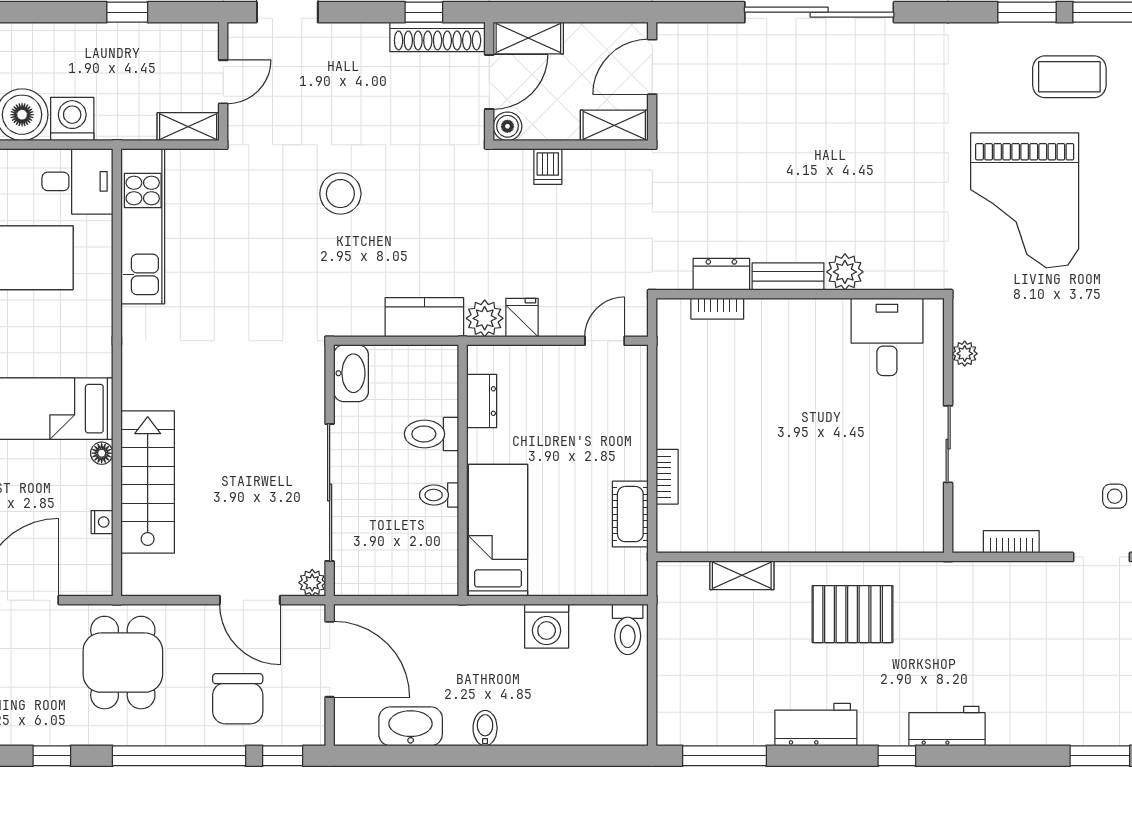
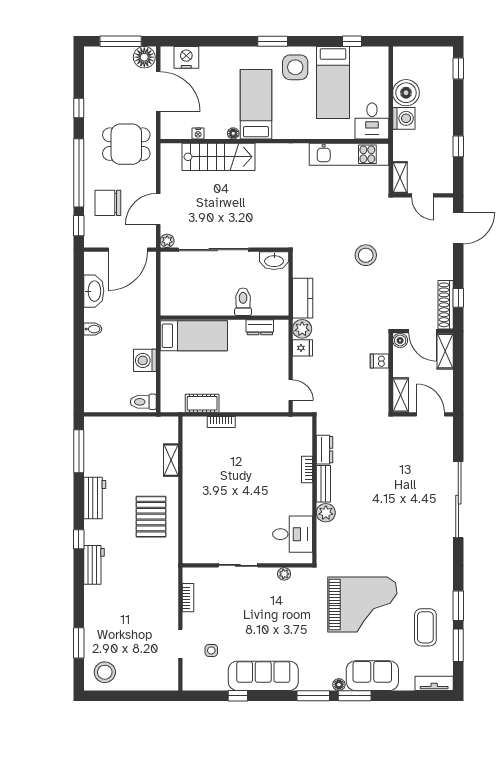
grand piano: (1025, 200) -> (362, 604), turned 180
bookcase: (717, 309) -> (307, 469), moved
toilet: (439, 495) -> (212, 306), removed

